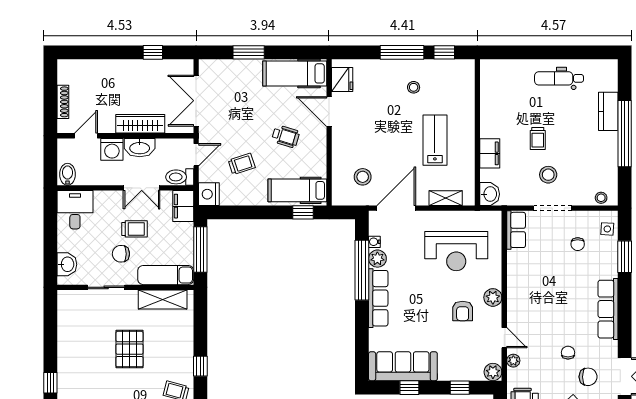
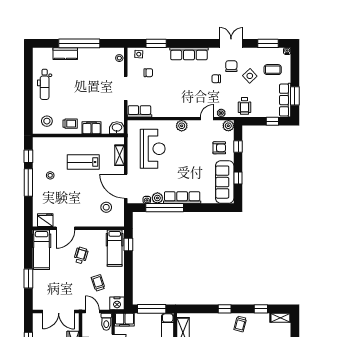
trolley: (538, 139) -> (70, 124), moved
stool: (548, 175) -> (47, 121), moved
armchair: (463, 311) -> (219, 148), moved

